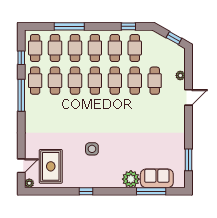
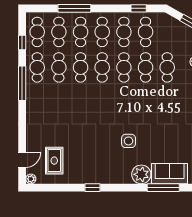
side table: (92, 149) -> (129, 141), moved
rug: (51, 166) -> (54, 161), width x0.73, depth x0.70

